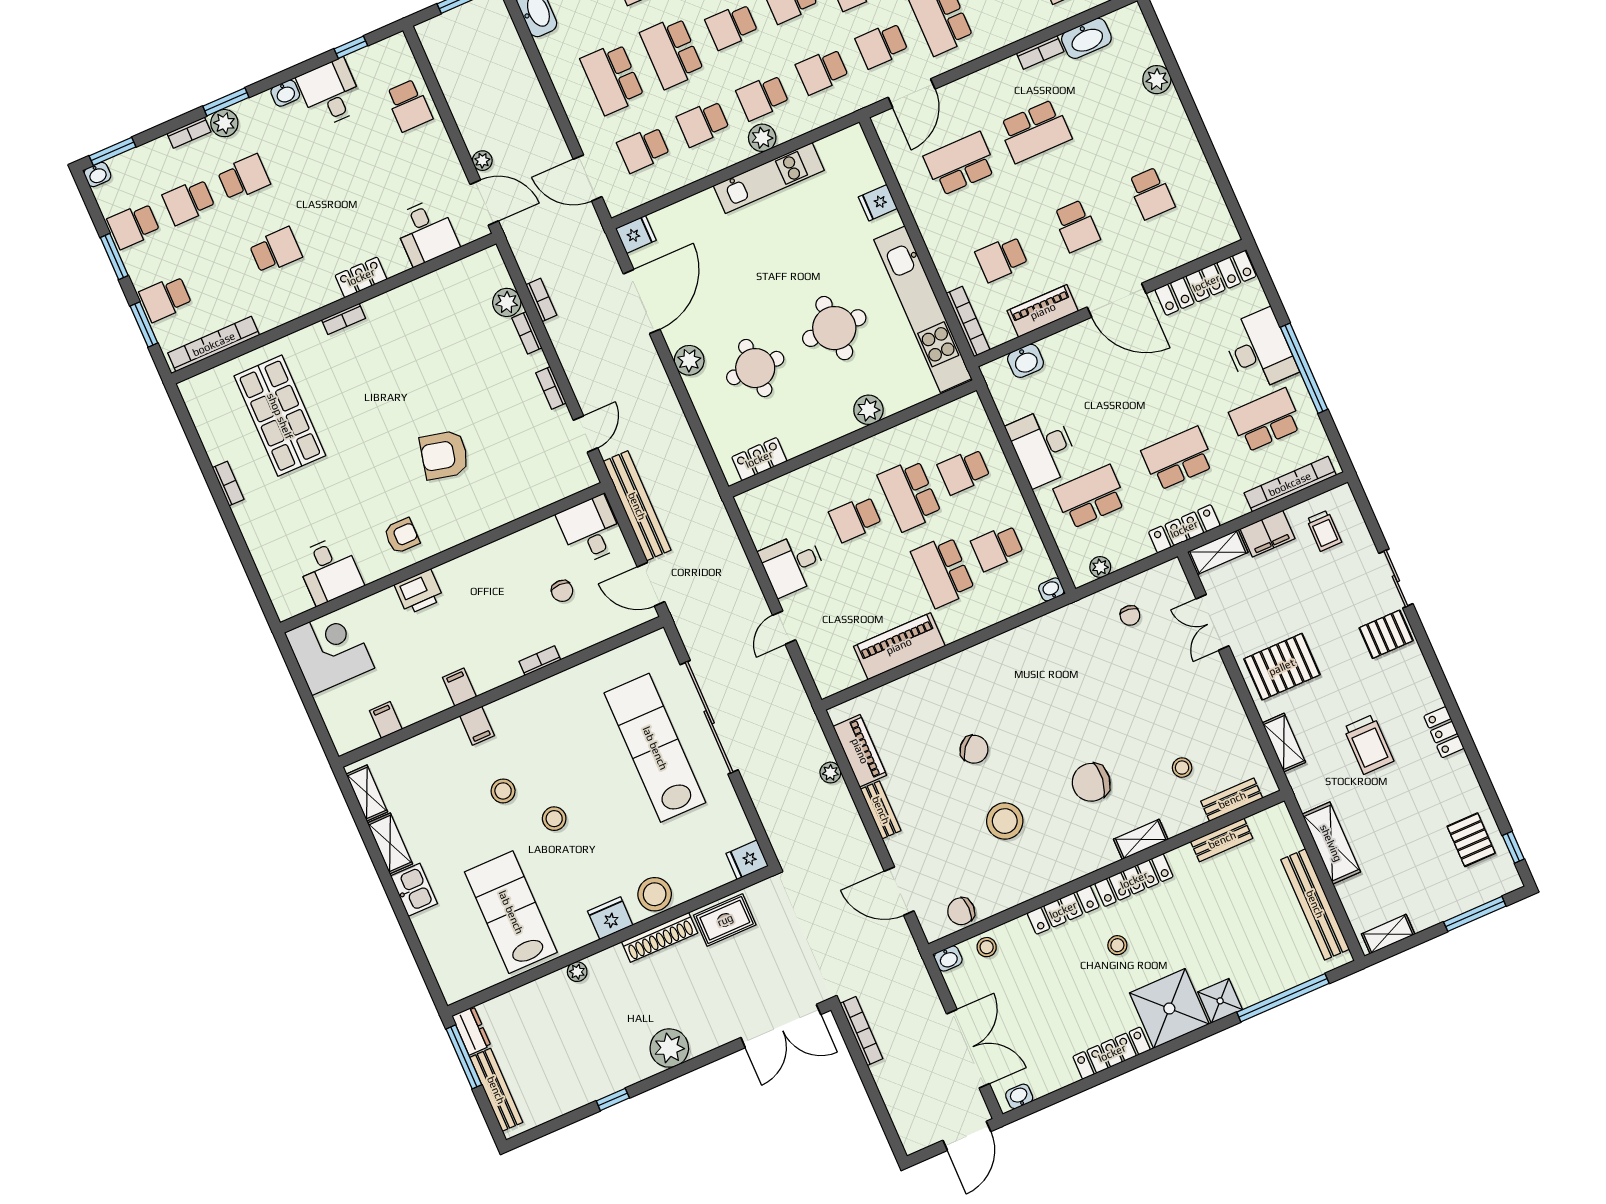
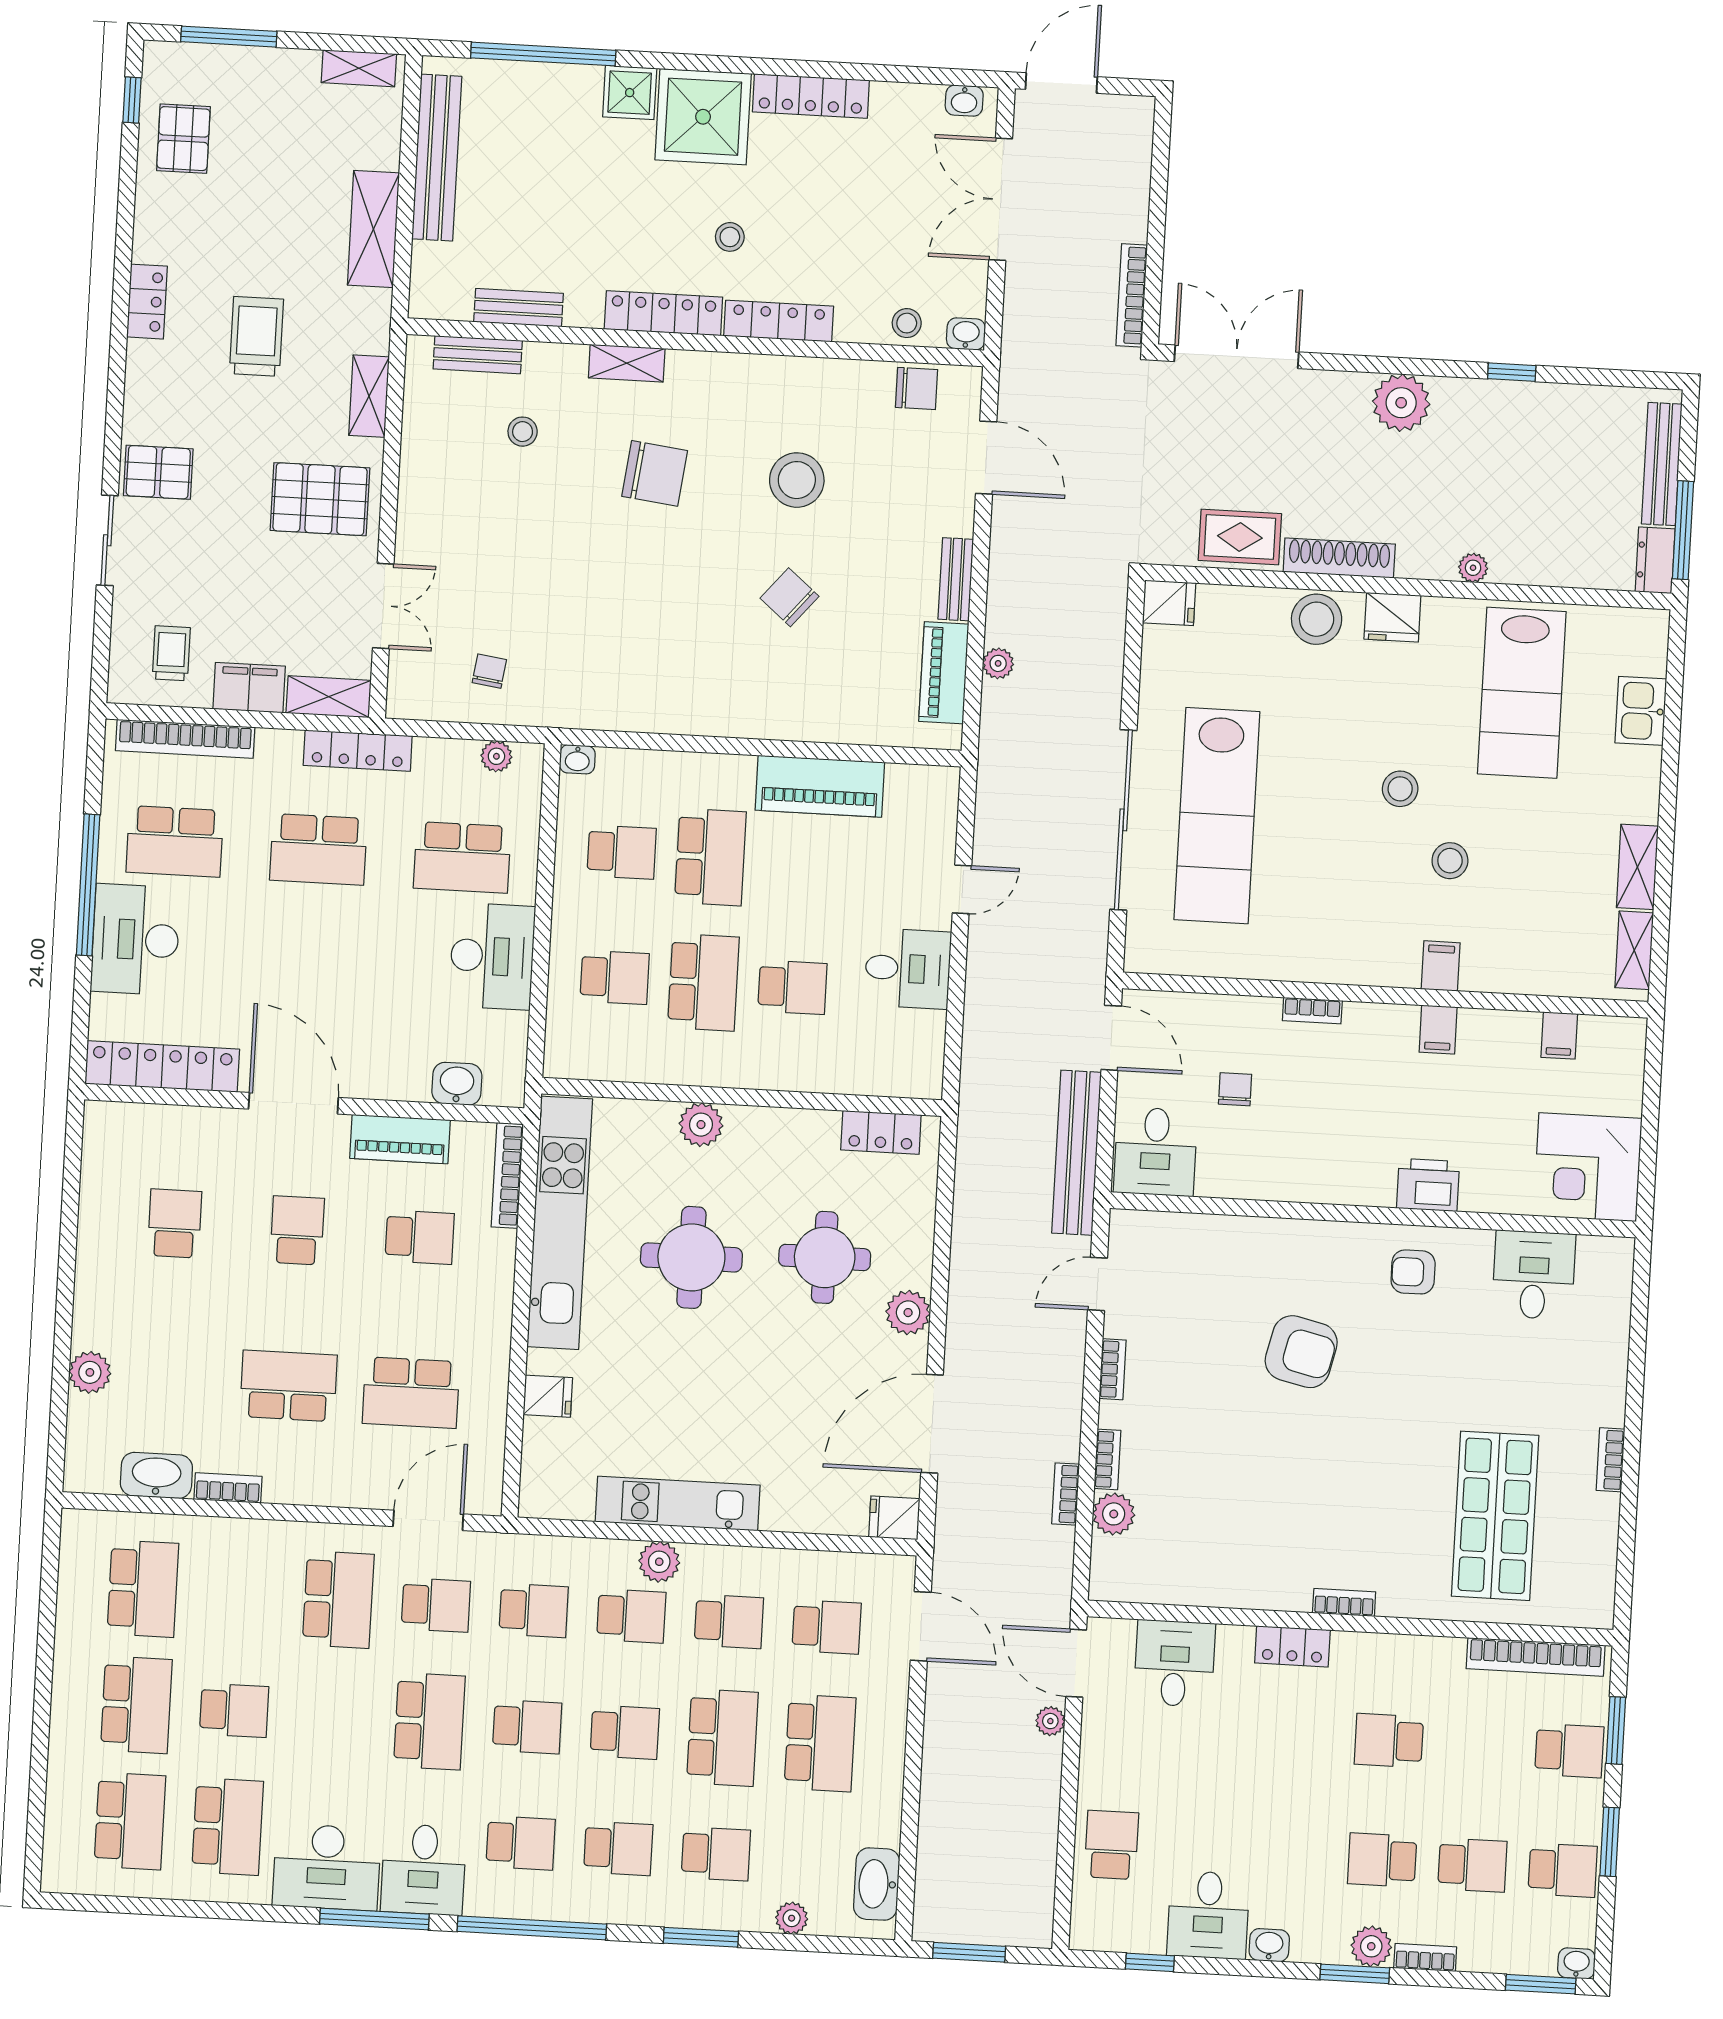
kitchen sink: (414, 890) -> (1641, 711), moved

